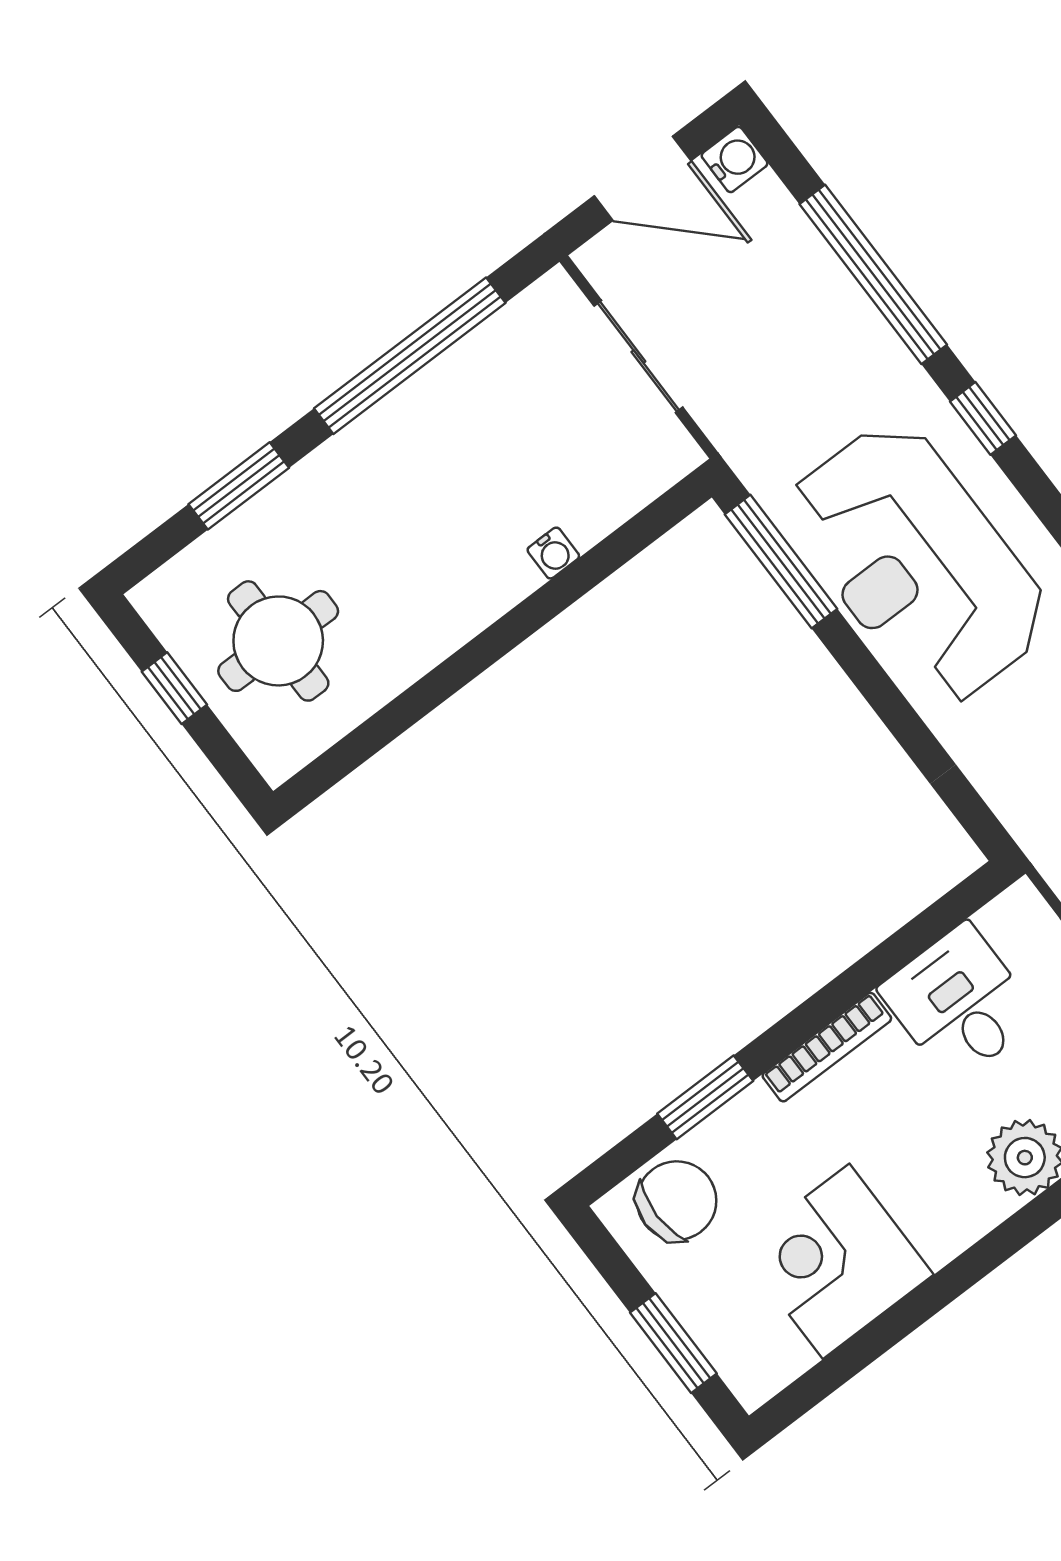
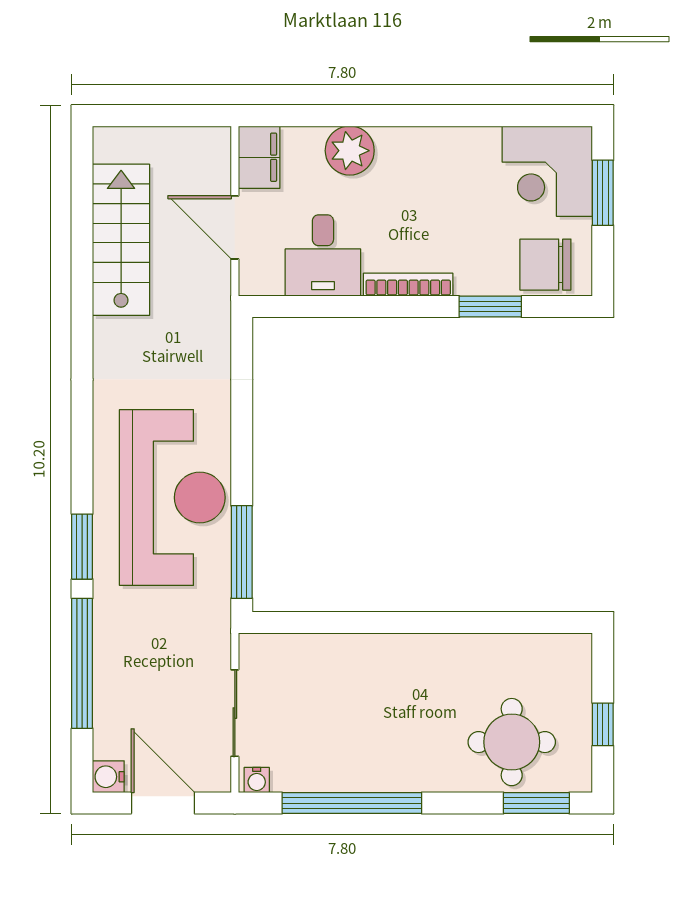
window: (983, 418) -> (82, 547), width x1.50
window: (239, 486) -> (536, 803), moved
water cooler: (553, 553) -> (257, 780), moved, turned 180
round table: (278, 641) -> (512, 742), moved
corner desk: (836, 1261) -> (547, 171), moved, turned 90

